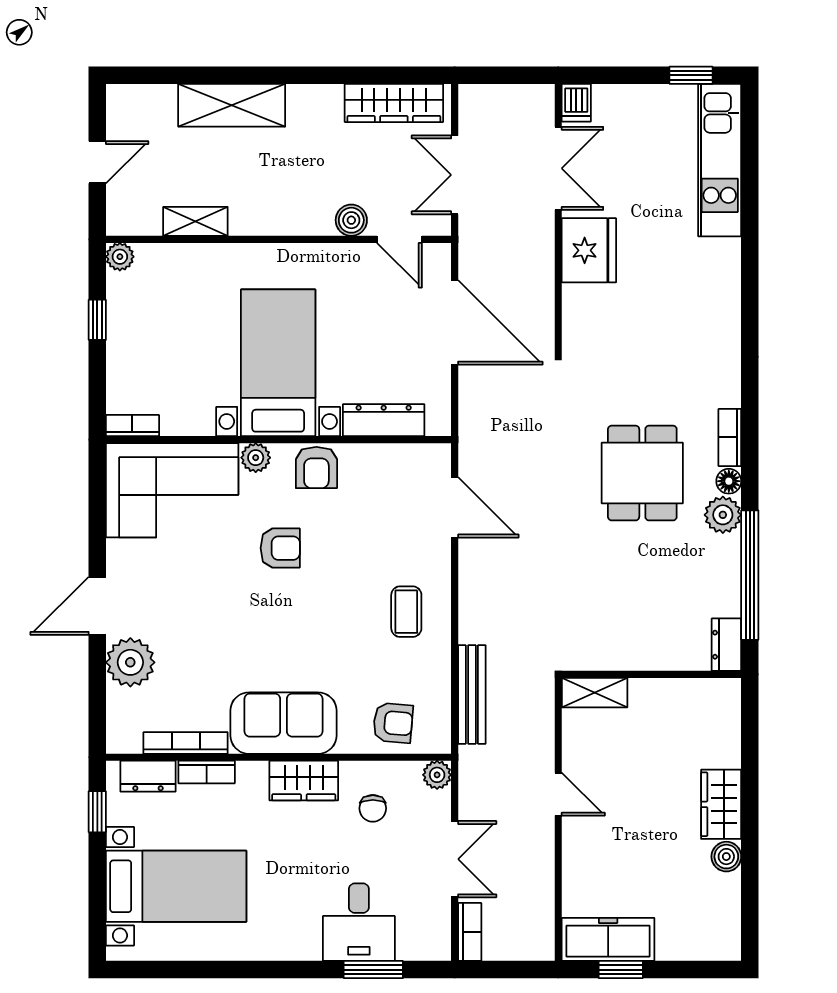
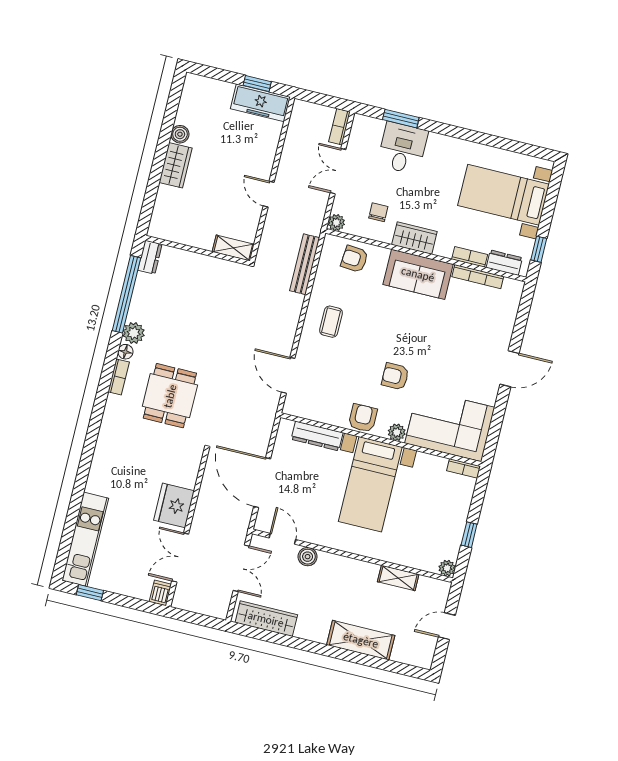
dining table: (642, 473) -> (170, 396), moved
plant: (130, 662) -> (498, 331), removed

